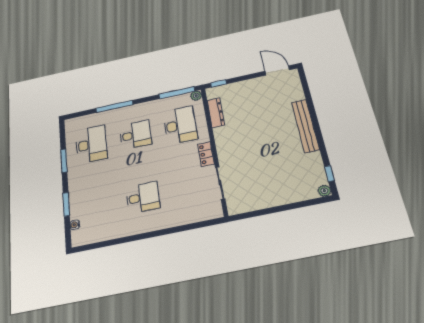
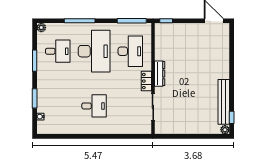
plant: (196, 96) -> (41, 28), moved
dresser: (216, 113) -> (160, 74), moved
bench: (305, 126) -> (224, 102), moved
desk: (135, 135) -> (94, 51), width x1.87, depth x1.30
desk: (91, 144) -> (58, 51), width x0.73

